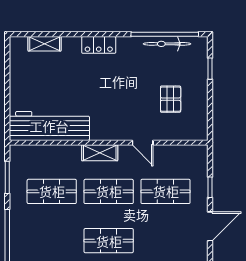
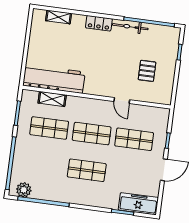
bicycle: (167, 44) -> (130, 27), moved
shelving: (100, 153) -> (52, 99), moved

